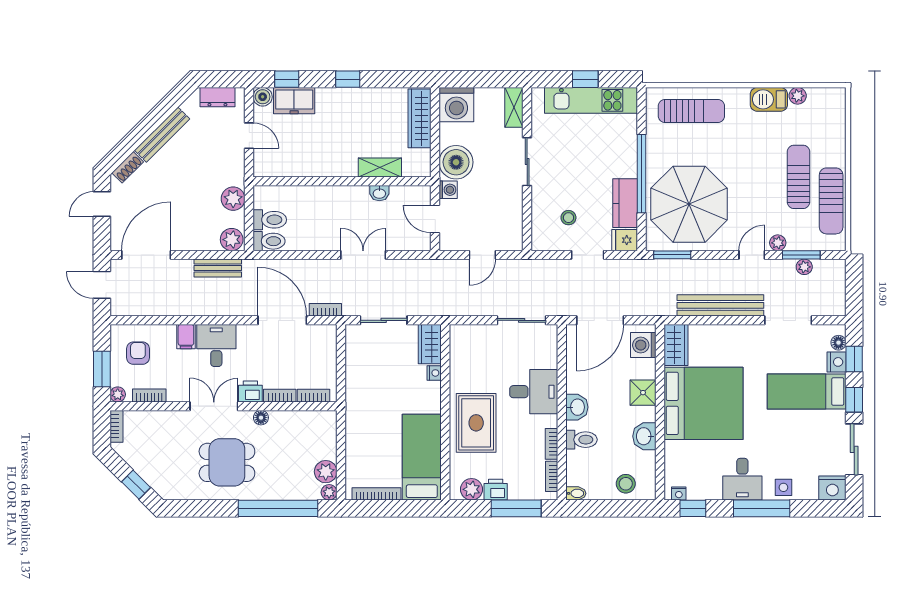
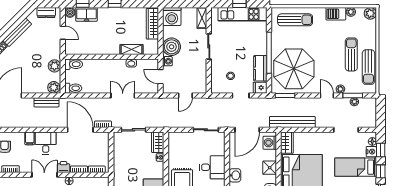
plant: (835, 99) -> (370, 13), added
toilet: (270, 220) -> (74, 64), moved
door: (752, 255) -> (327, 95), hinge flipped
bench: (720, 305) -> (292, 122), moved

